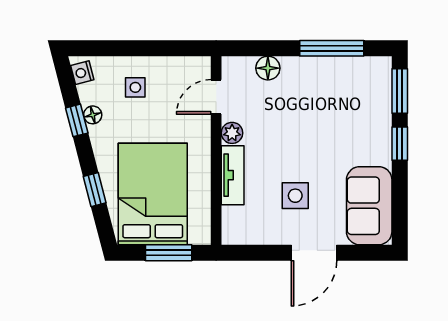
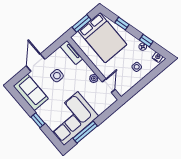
floor lamp: (268, 68) -> (100, 109), removed
window: (400, 91) -> (52, 137), removed
corner sofa: (337, 95) -> (71, 119), added
tv unit: (233, 175) -> (71, 53), moved

